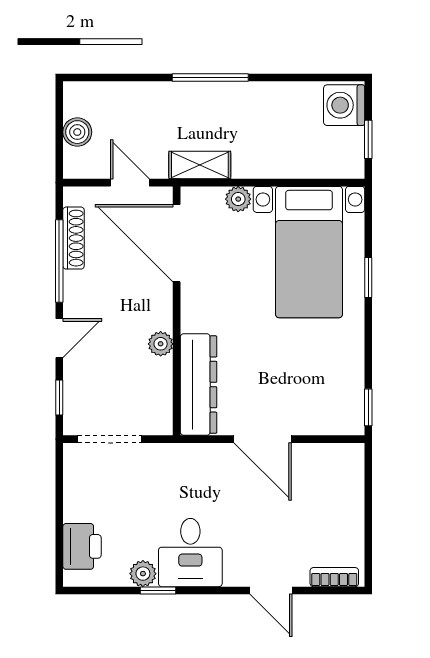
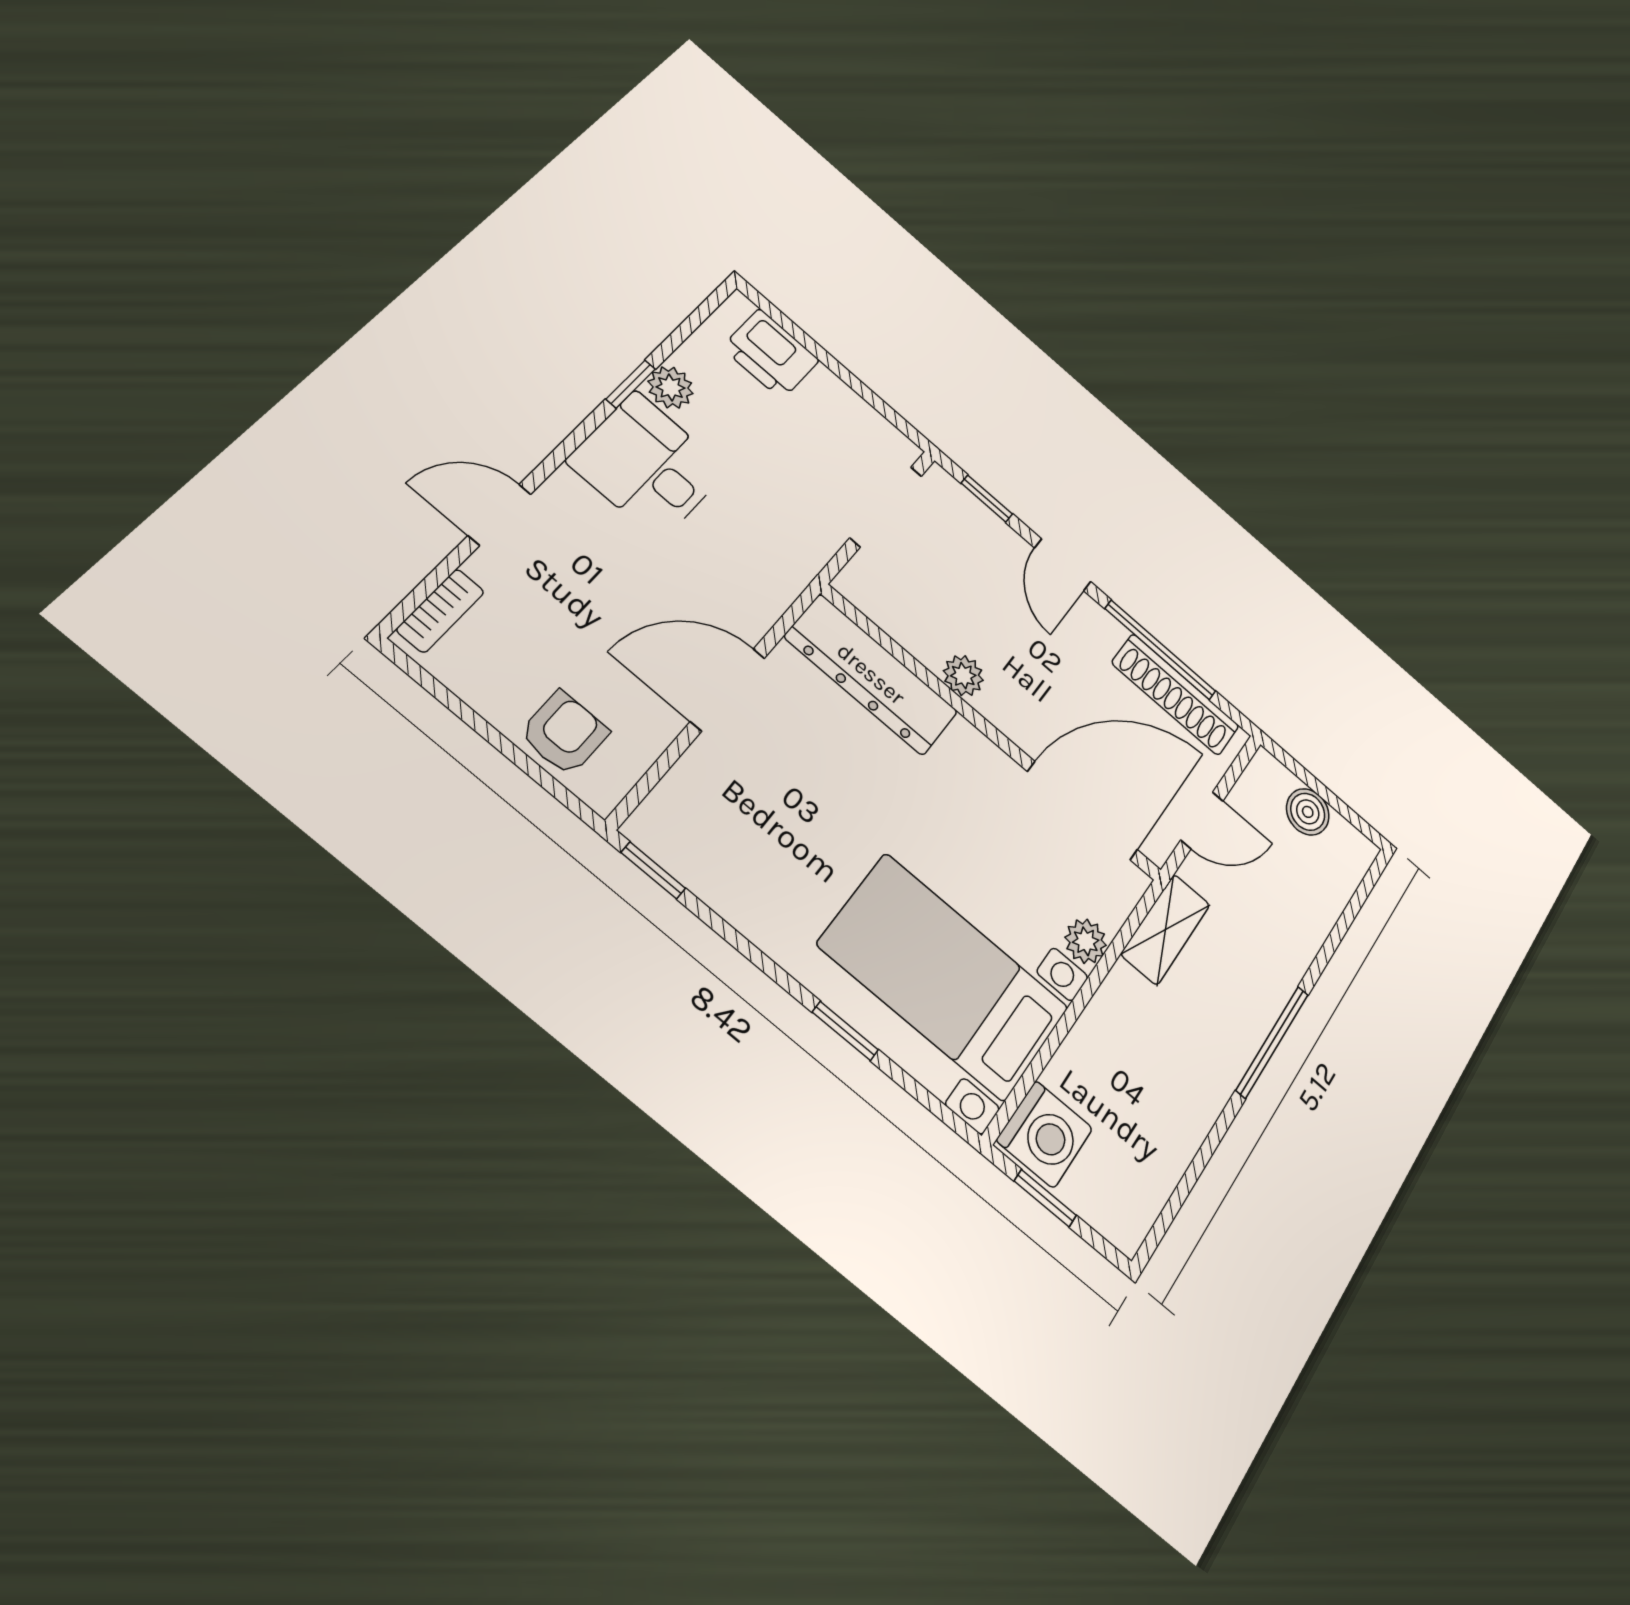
washing machine: (344, 105) -> (1045, 1134), moved, turned 90
shoe rack: (74, 238) -> (1175, 694), width x1.36, depth x1.24
armchair: (342, 488) -> (564, 733), added

